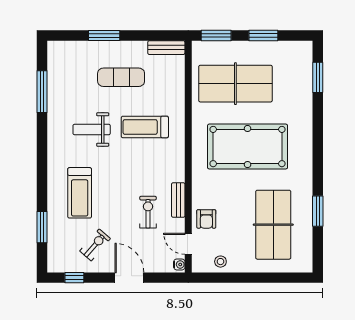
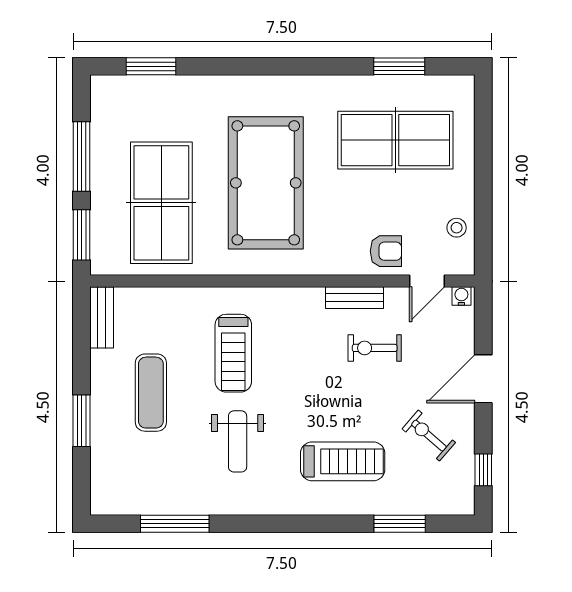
window: (263, 35) -> (82, 156), width x1.44
window: (318, 211) -> (399, 66), moved

